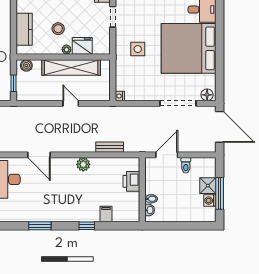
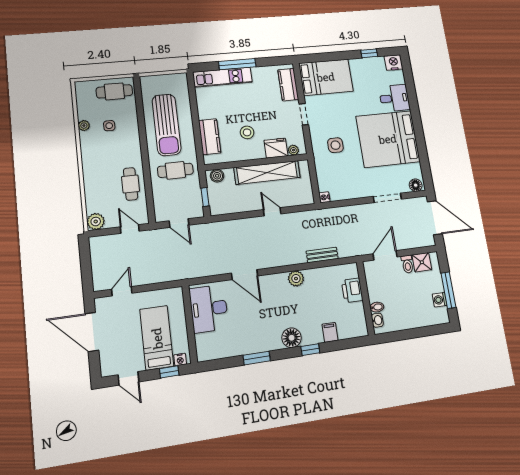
plant: (67, 50) -> (293, 150), moved
doorway: (178, 103) -> (387, 198), width x0.73
shower: (208, 186) -> (422, 262), moved
floor lamp: (72, 214) -> (292, 338), added

